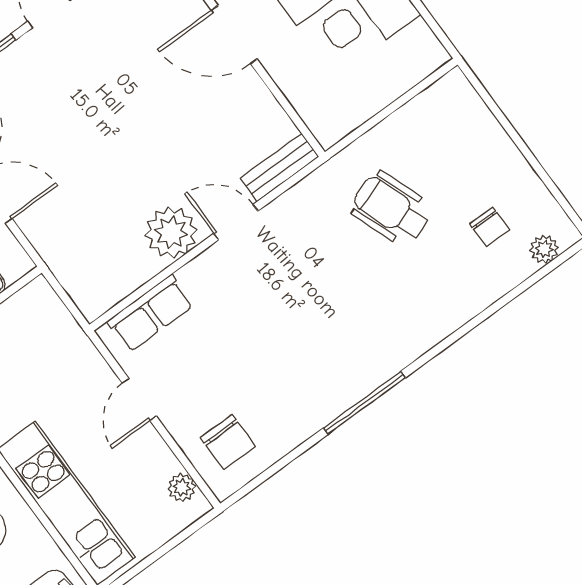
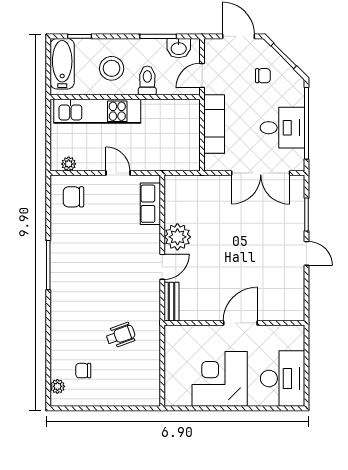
wheelchair: (391, 209) -> (121, 335), width x0.73, depth x0.73

